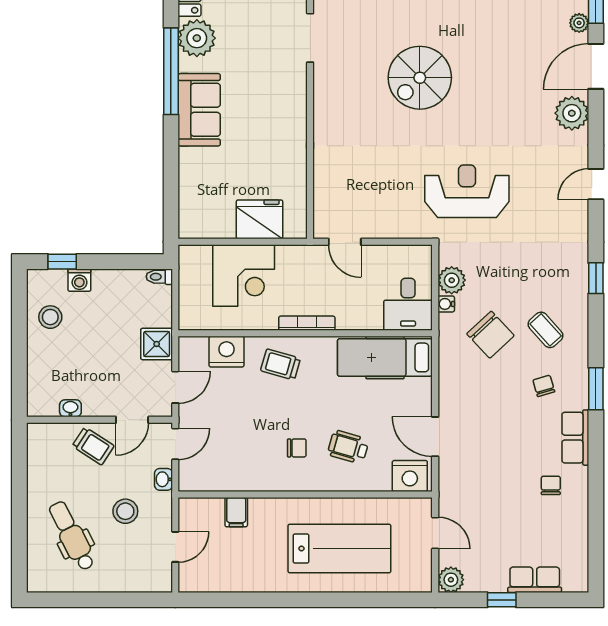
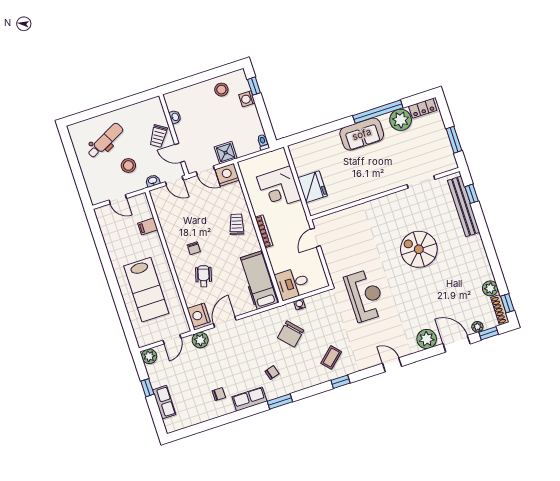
plant: (452, 280) -> (200, 340), moved
coffee table: (546, 330) -> (331, 357), moved
nightstand: (227, 352) -> (227, 175), moved, turned -90

